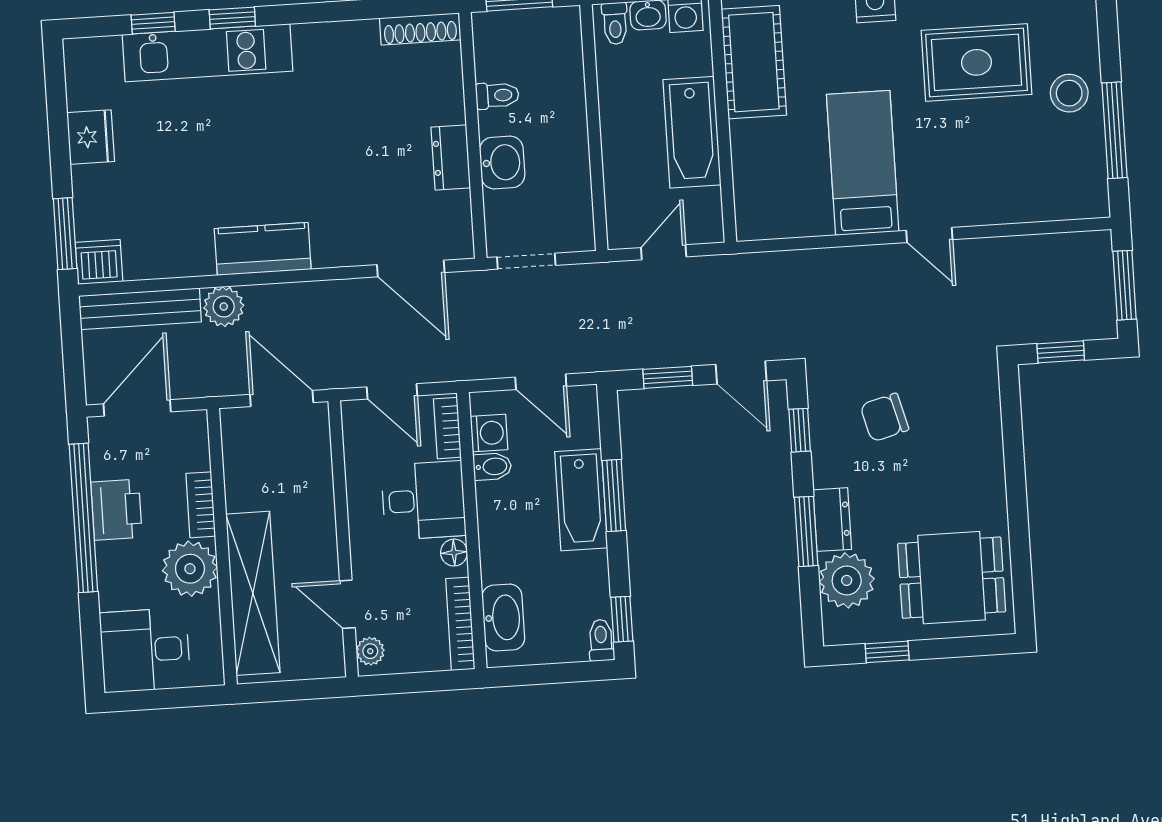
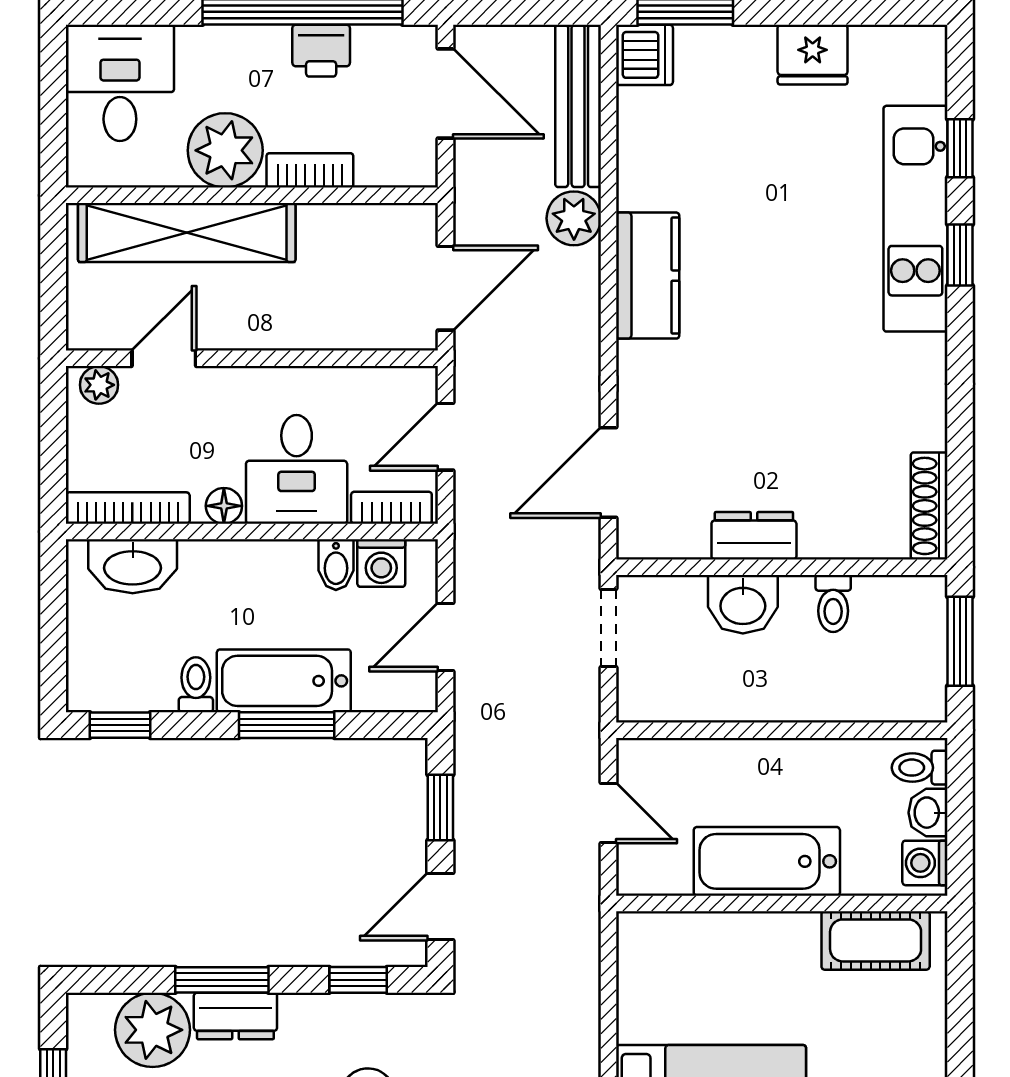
cot: (754, 62) -> (876, 940), width x0.73, depth x0.75
printer: (116, 510) -> (321, 51), width x0.73, depth x0.81
toilet: (601, 640) -> (196, 685), moved, turned -90

